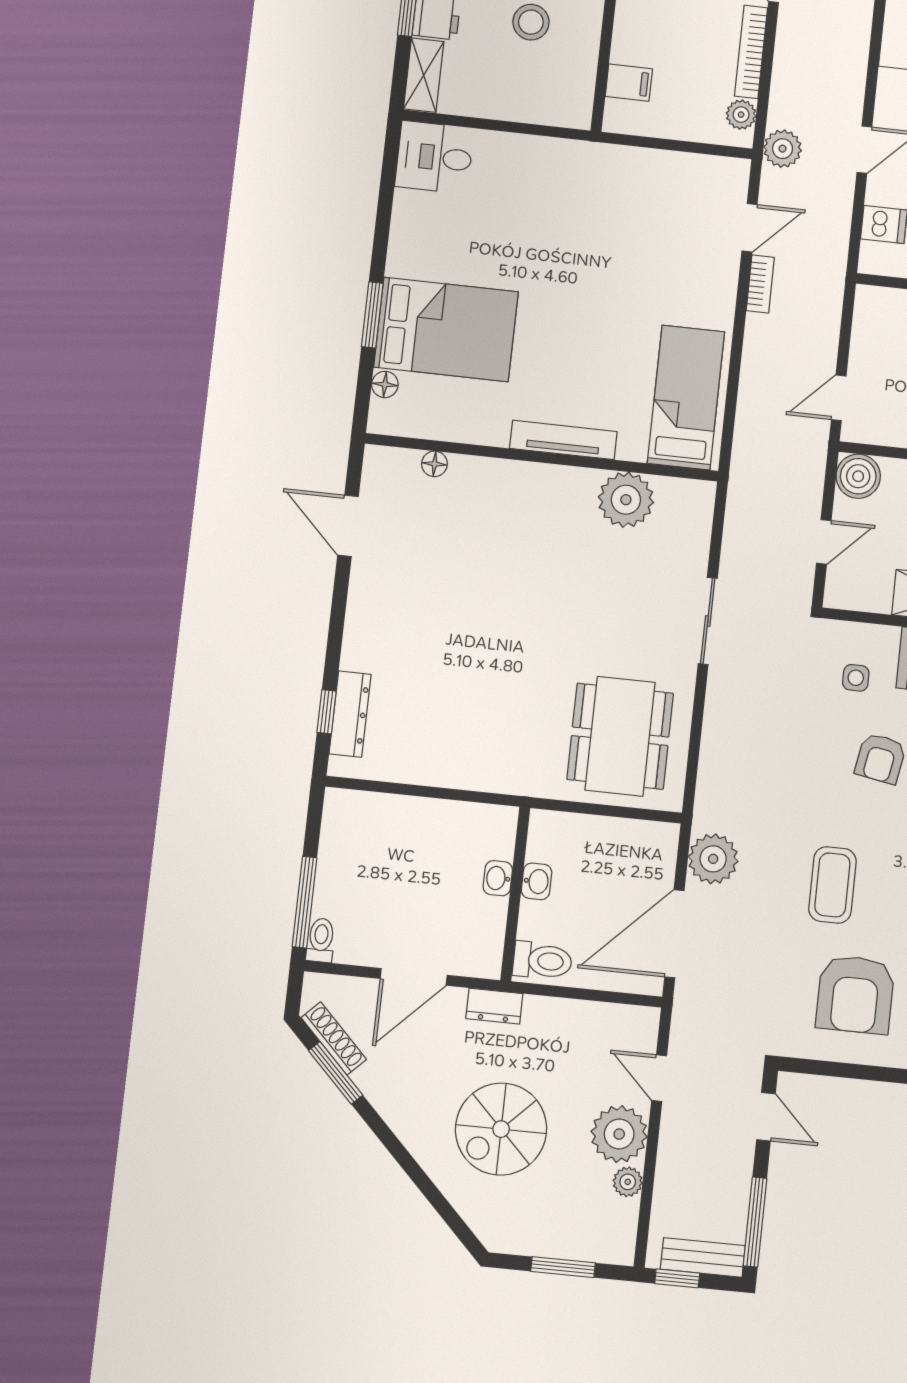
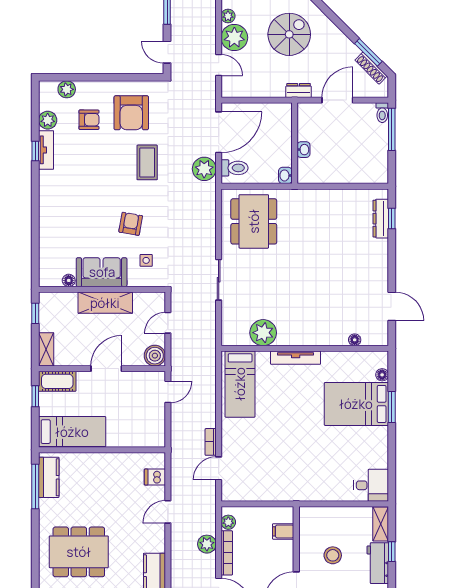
plant: (783, 149) -> (207, 544), moved
washbasin: (537, 881) -> (285, 175), moved
toilet: (542, 961) -> (235, 168), moved, turned 180
armchair: (855, 994) -> (131, 113), turned 180

